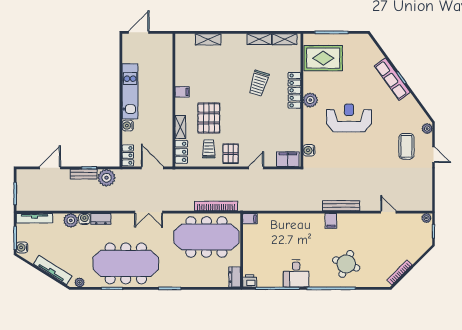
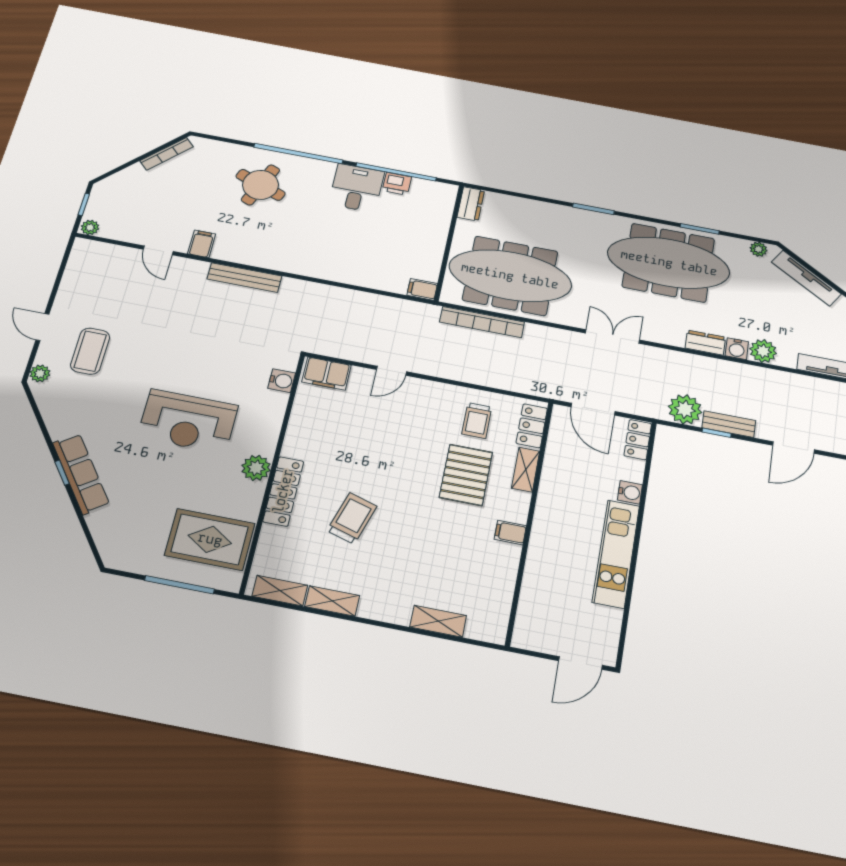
pallet: (231, 154) -> (436, 404), removed
filing cabinet: (331, 221) -> (202, 244), moved
printer: (250, 281) -> (397, 184), moved

